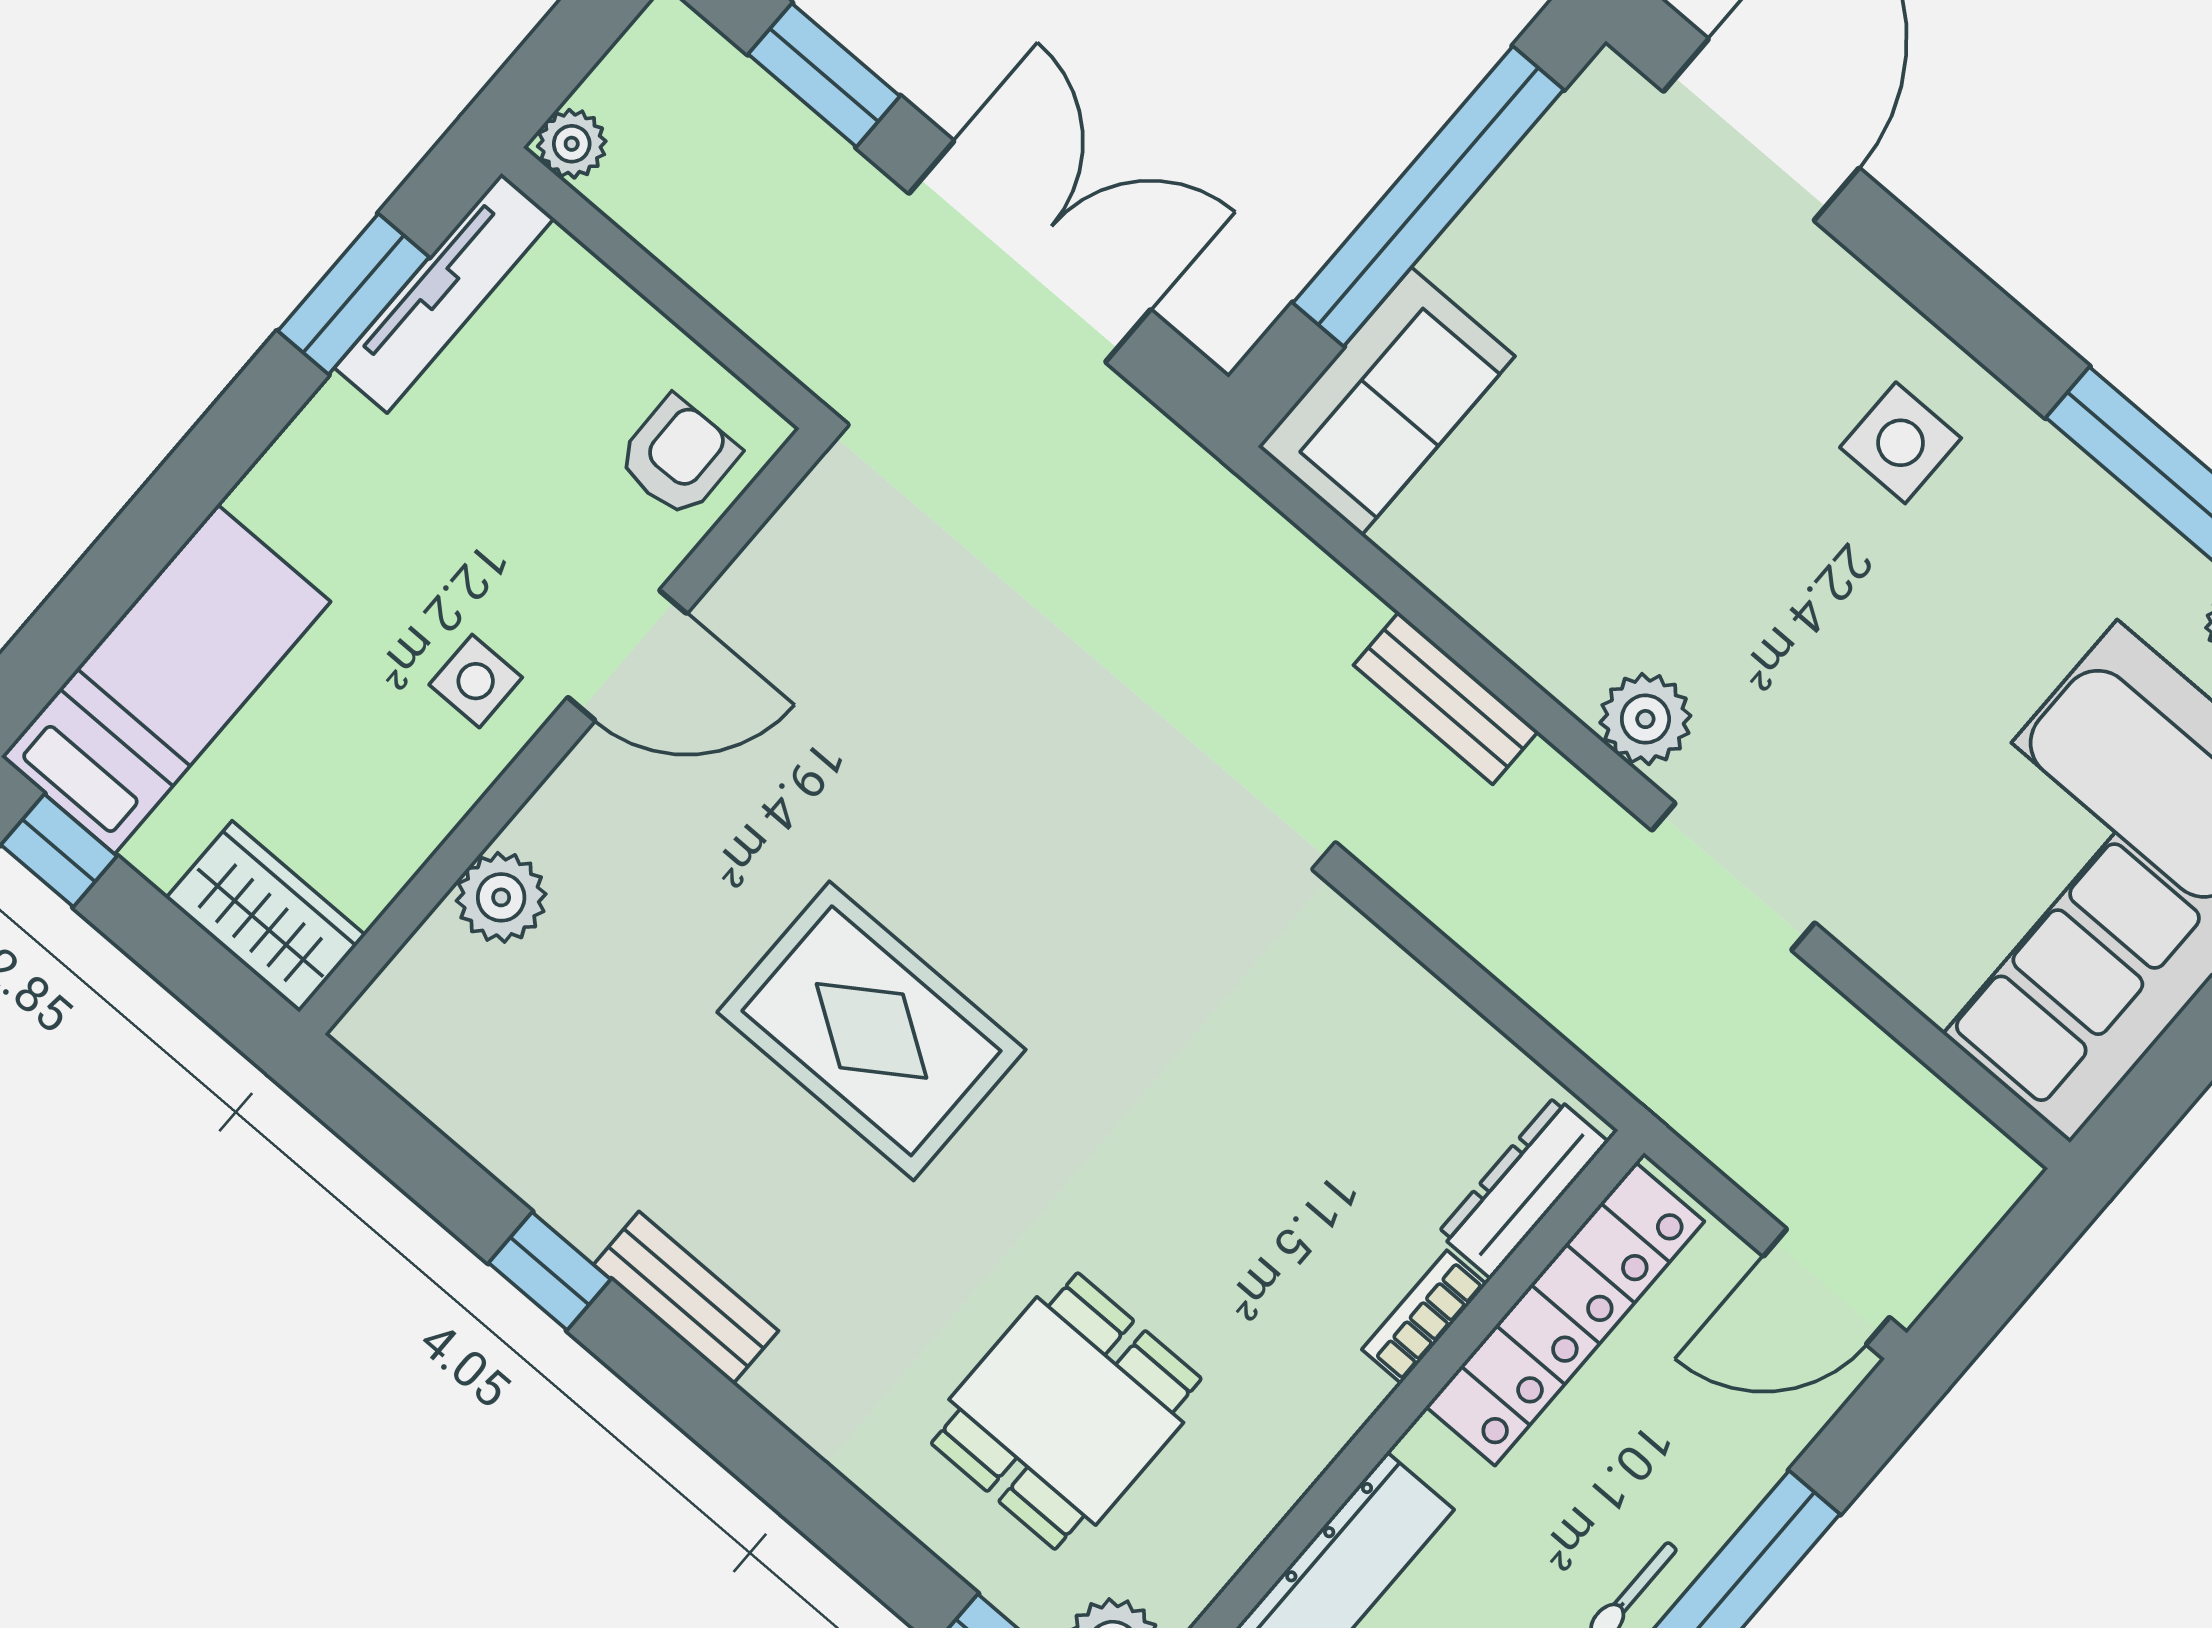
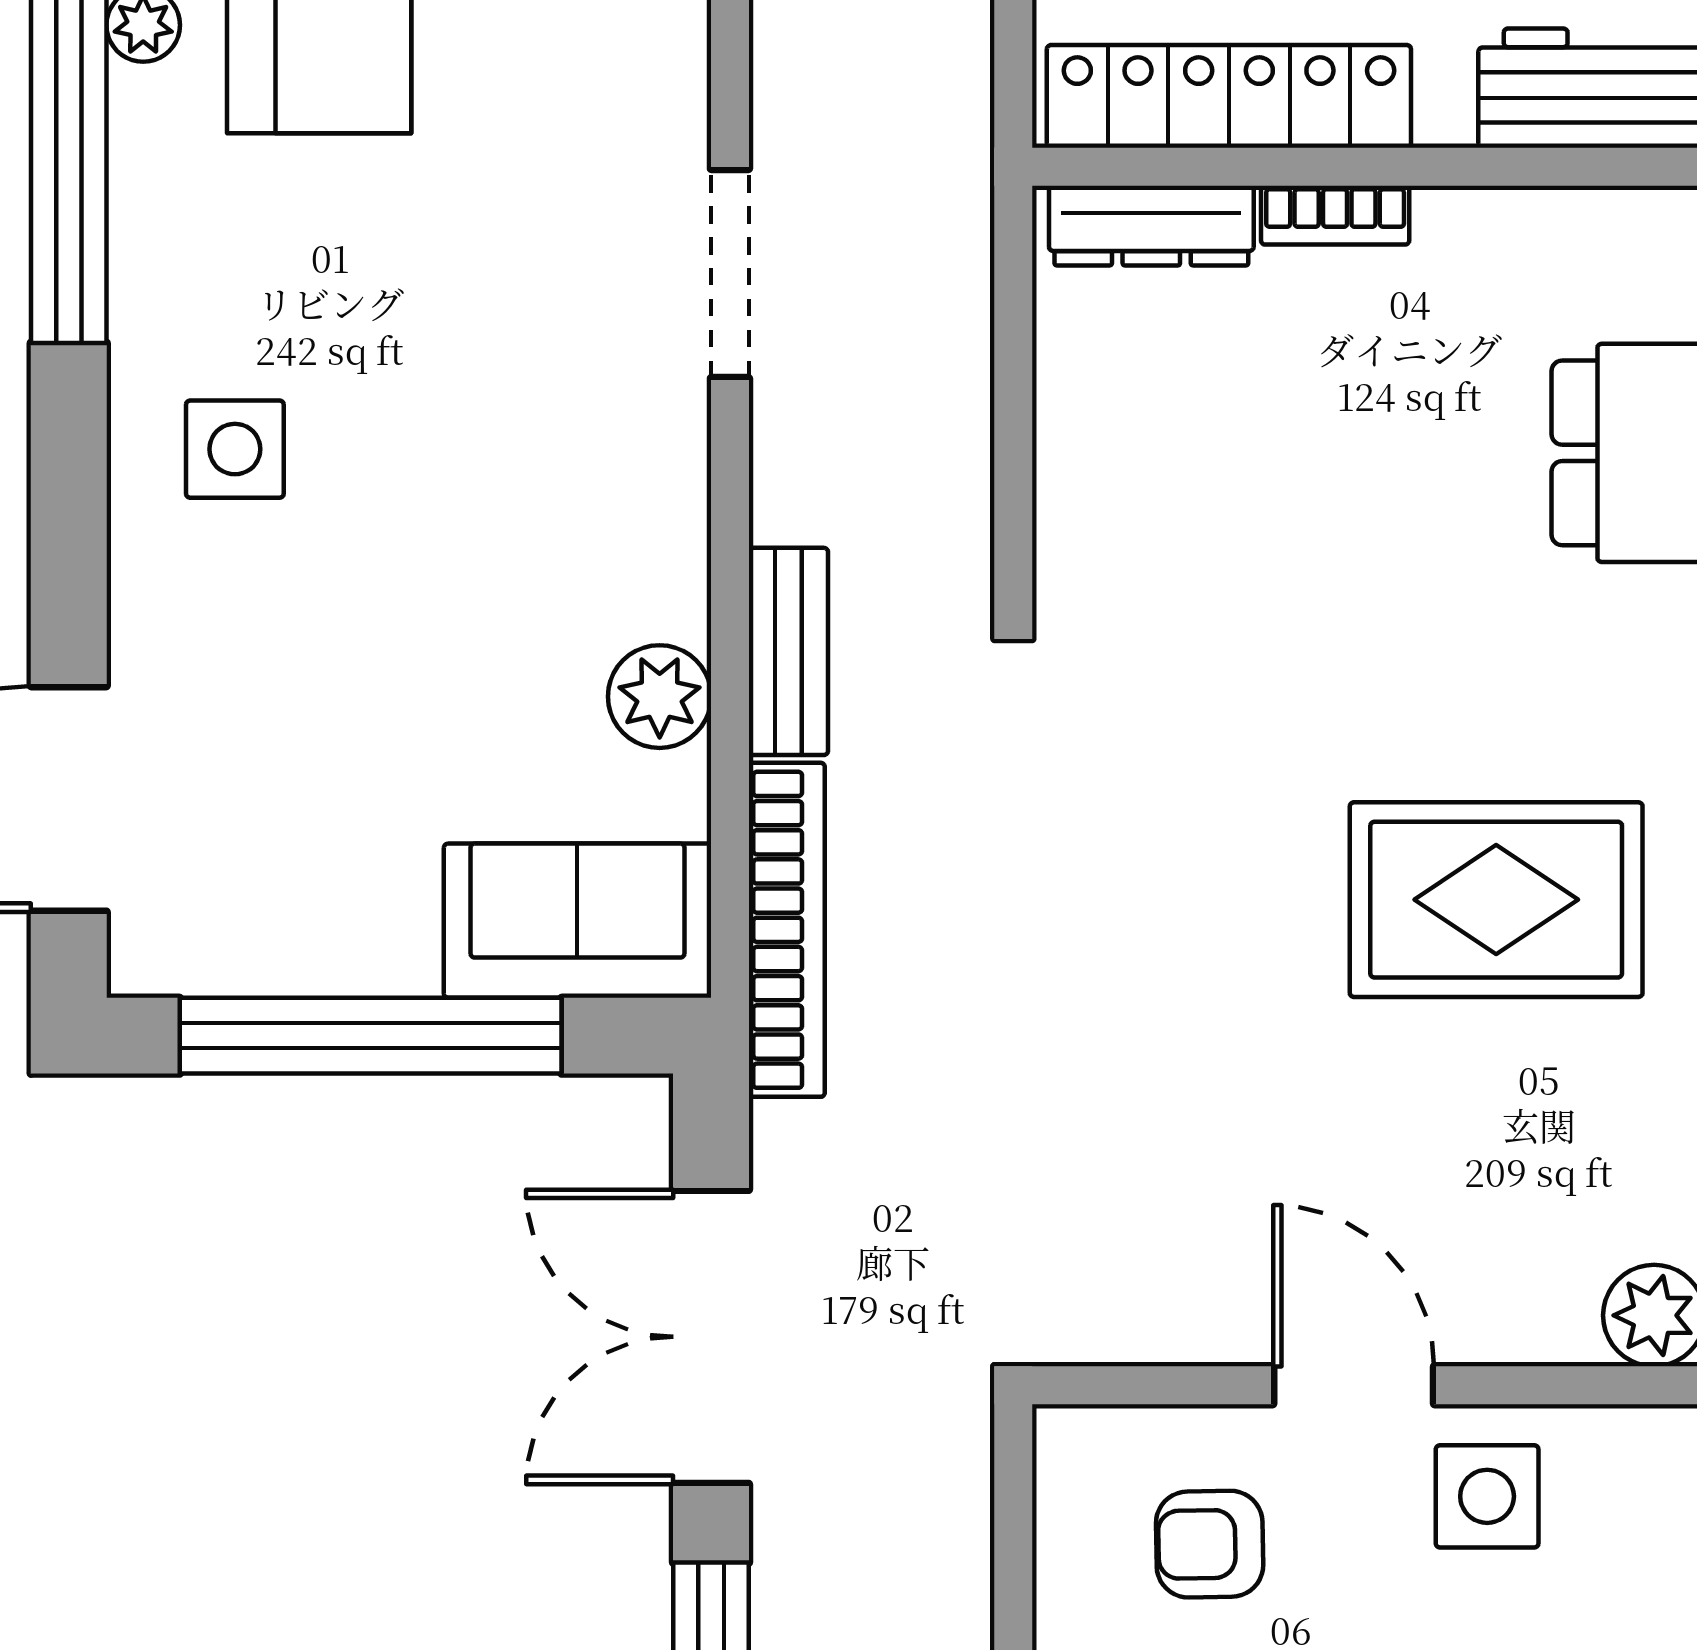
armchair: (678, 457) -> (1210, 1544), moved
bookcase: (1260, 537) -> (787, 930), added
side table: (476, 681) -> (1487, 1496), width x1.37, depth x1.37
plant: (1645, 719) -> (660, 697), moved
rug: (871, 1031) -> (1496, 900), turned 90

